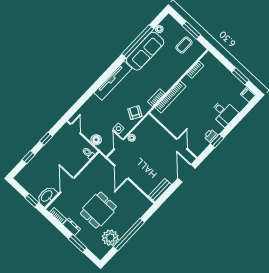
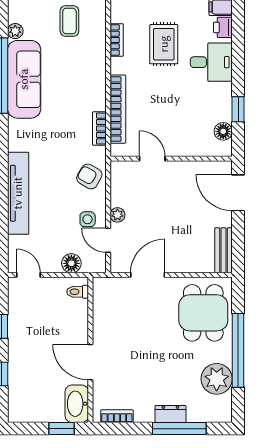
tv unit: (113, 81) -> (18, 193), moved
rug: (212, 89) -> (164, 44), added
printer: (211, 136) -> (223, 27), moved
door: (182, 144) -> (152, 159), moved
floor lamp: (203, 144) -> (223, 131), added
door: (121, 172) -> (148, 275), swing flipped
dining table: (98, 210) -> (203, 313), moved
dresser: (72, 227) -> (170, 414), moved
window: (78, 243) -> (179, 429), width x1.44

